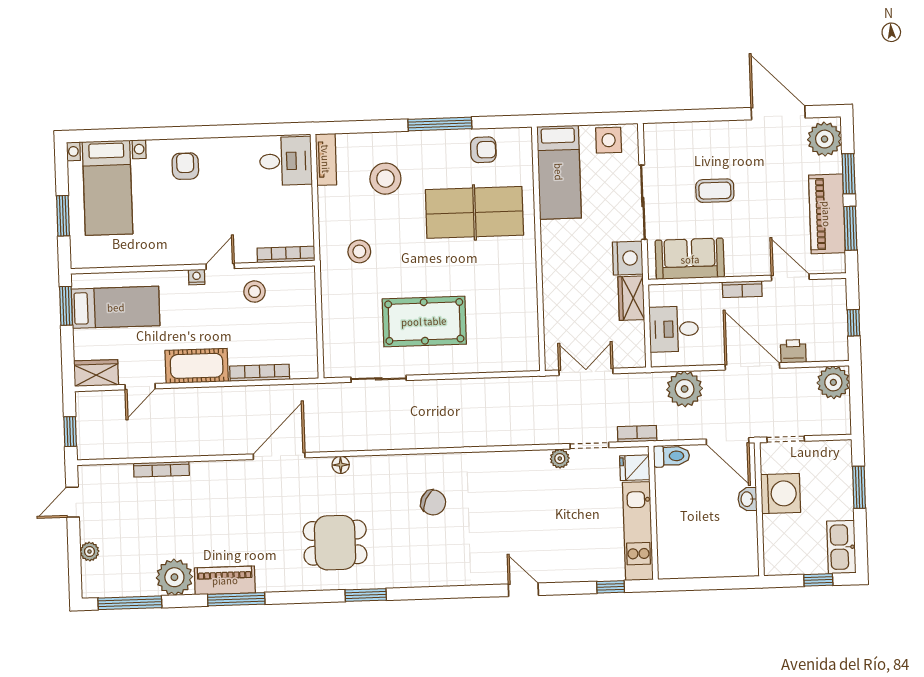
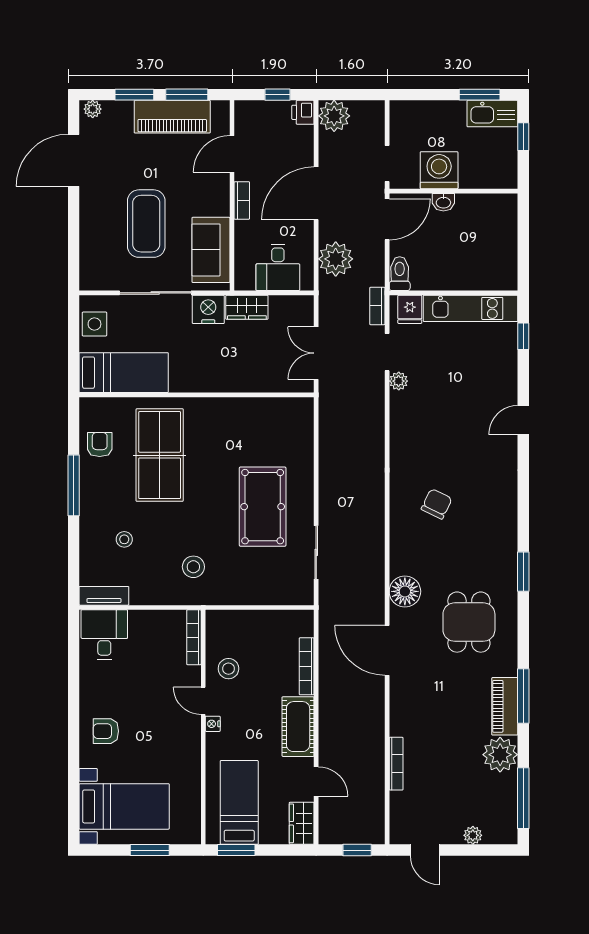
plant: (825, 139) -> (93, 109), width x0.53, depth x0.53
stool: (385, 179) -> (124, 539), width x0.53, depth x0.53
coffee table: (715, 191) -> (146, 224), width x1.86, depth x1.72
printer: (793, 351) -> (303, 112), moved
floor lamp: (341, 465) -> (405, 591), width x1.89, depth x1.89
window: (859, 487) -> (480, 95), moved
dining table: (335, 543) -> (469, 622), moved

